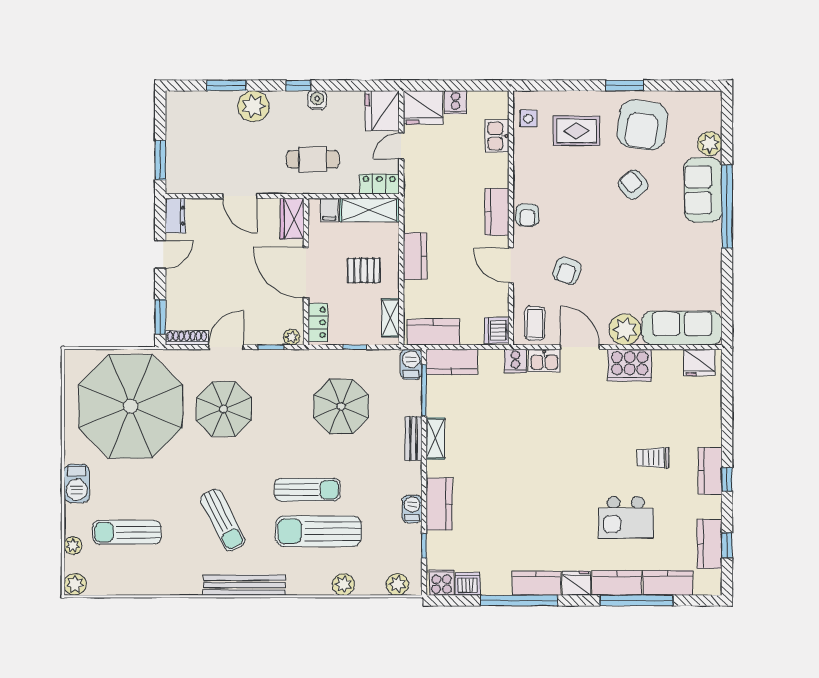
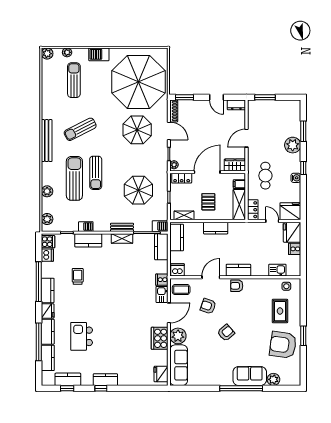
armchair: (633, 184) -> (226, 333), moved
trolley: (653, 458) -> (78, 276), moved

